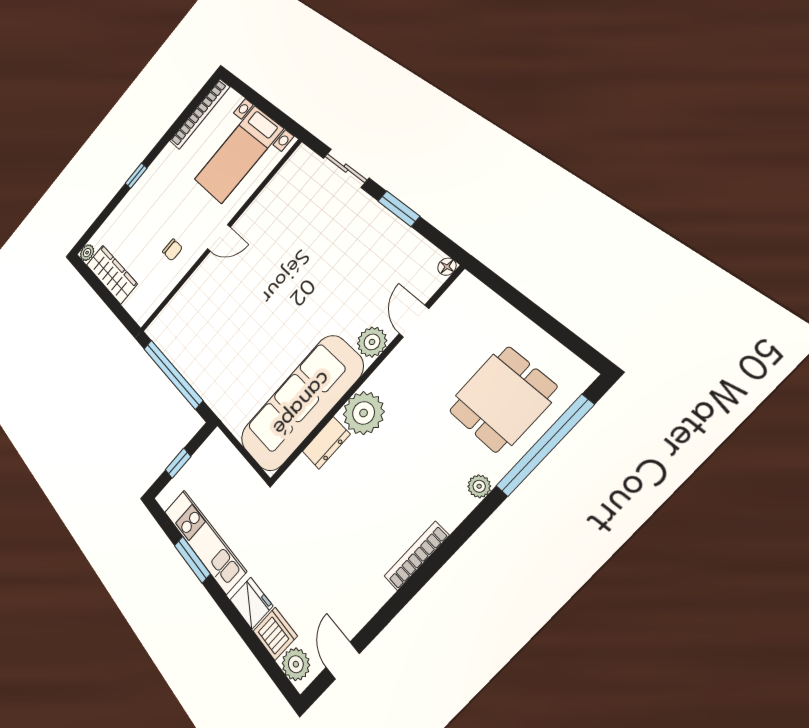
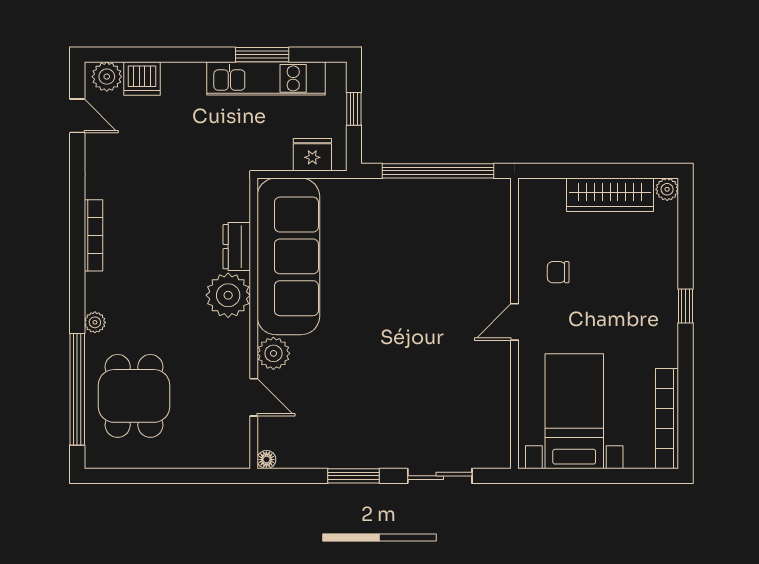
fridge: (251, 603) -> (312, 155), moved, turned 180

